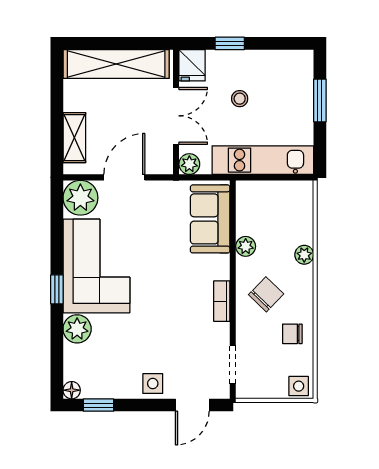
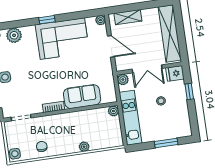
plant: (80, 198) -> (101, 20), width x0.53, depth x0.53
sofa: (210, 219) -> (82, 97), moved
plant: (246, 246) -> (113, 111), moved
chair: (266, 294) -> (60, 130), removed
plant: (77, 329) -> (14, 35), moved

